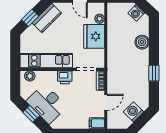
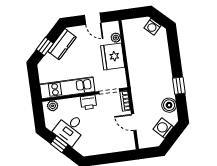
boiler: (142, 42) -> (169, 105), moved
door: (106, 102) -> (134, 122), swing flipped
desk: (47, 104) -> (70, 129), width x0.73
filing cabinet: (97, 123) -> (127, 145), removed

